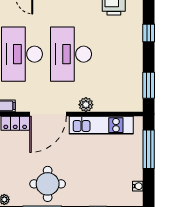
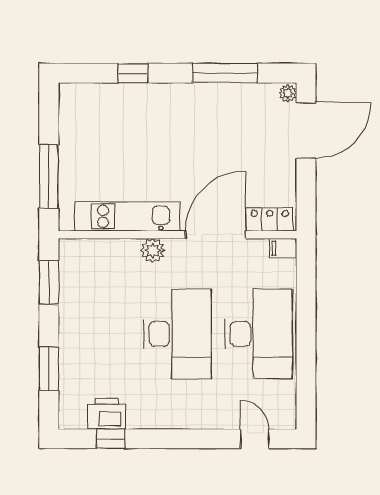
window: (149, 33) -> (49, 369), width x1.50
round table: (48, 184) -> (216, 119), removed
water cooler: (138, 186) -> (67, 116), removed

